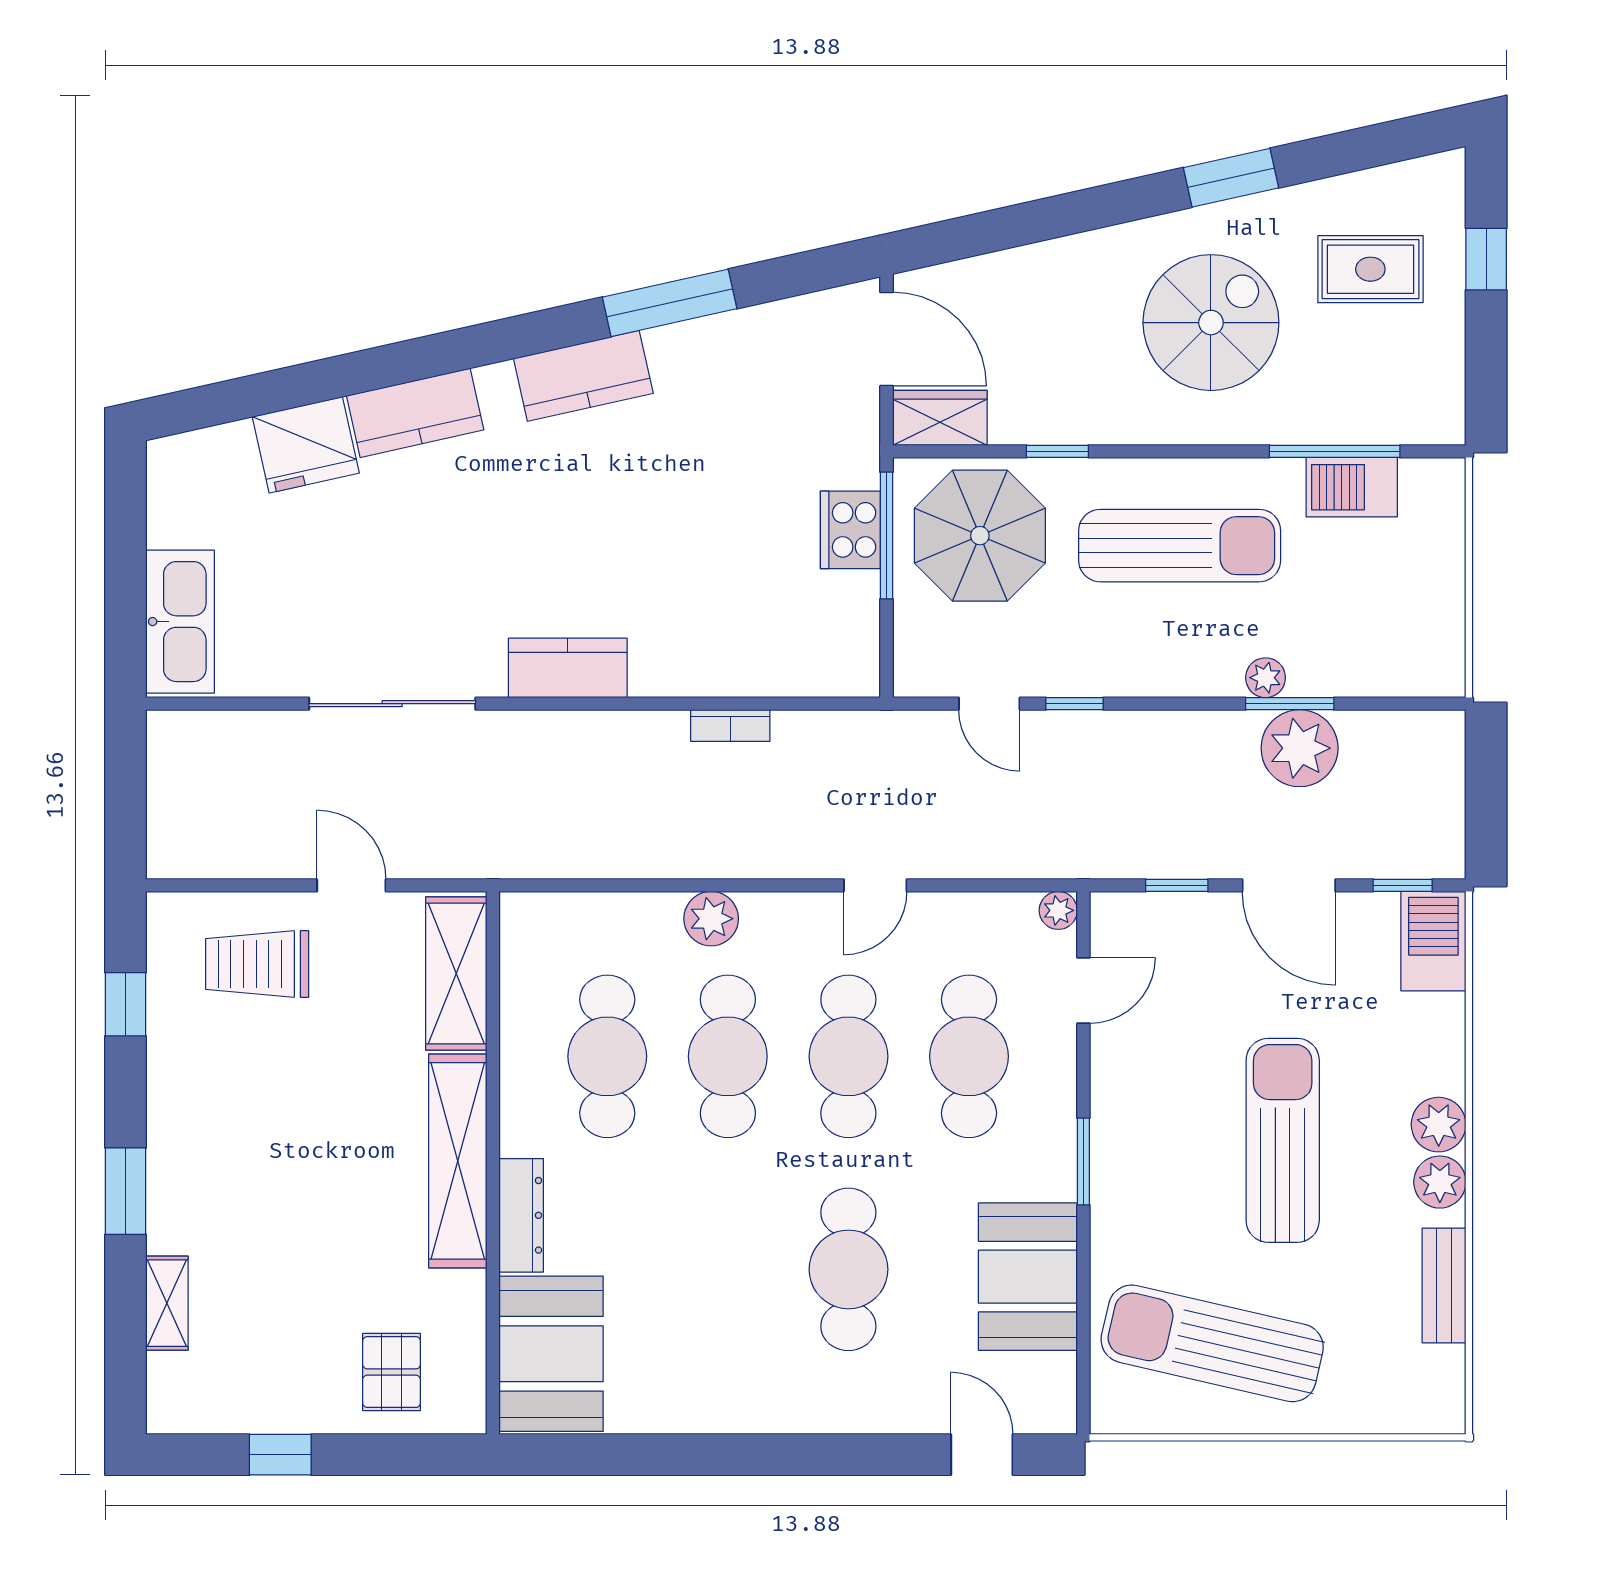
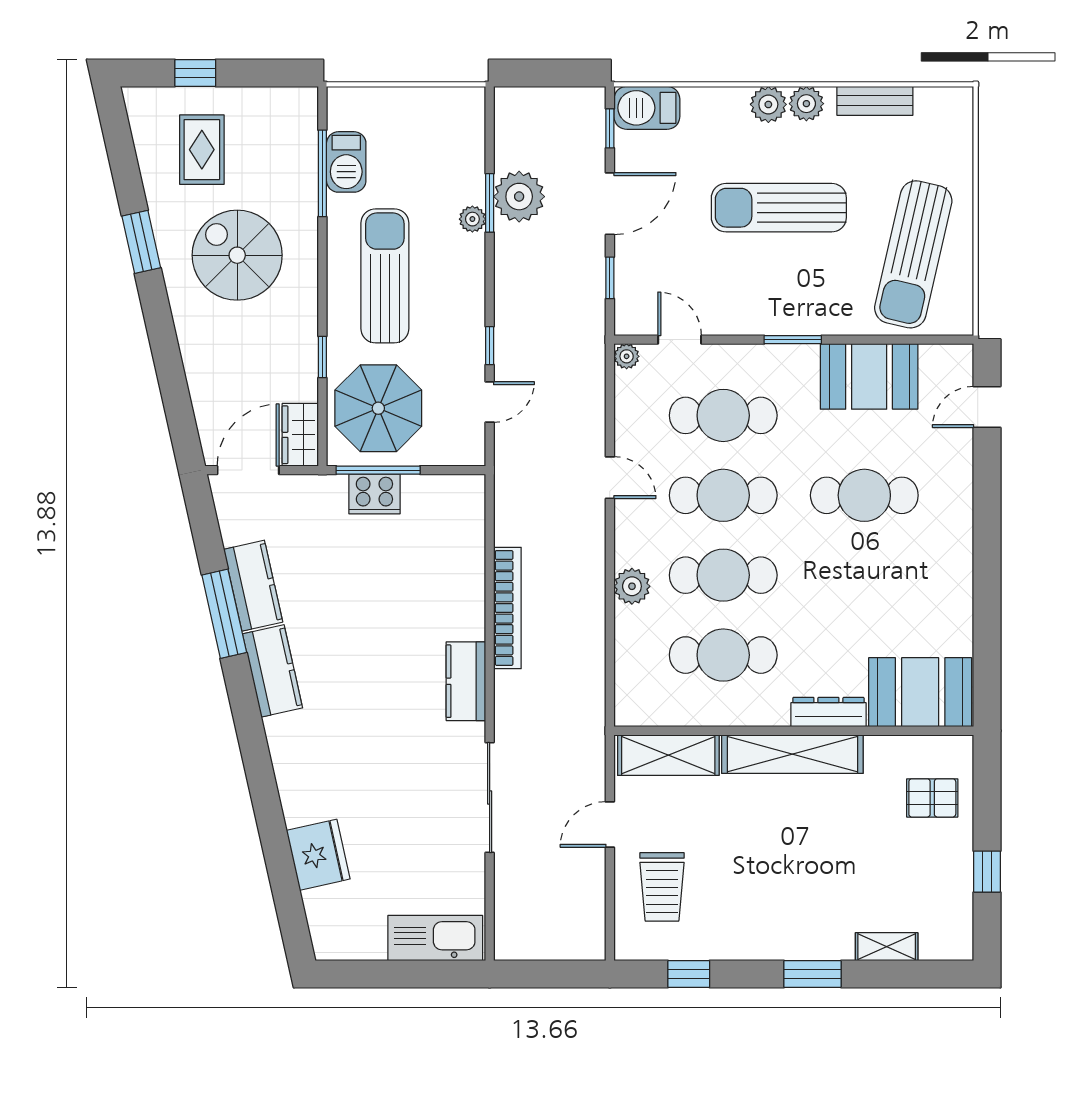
kitchen counter: (415, 413) -> (253, 586), moved
bookcase: (730, 726) -> (507, 608), width x2.31, depth x1.31

